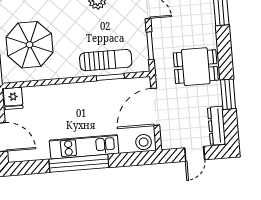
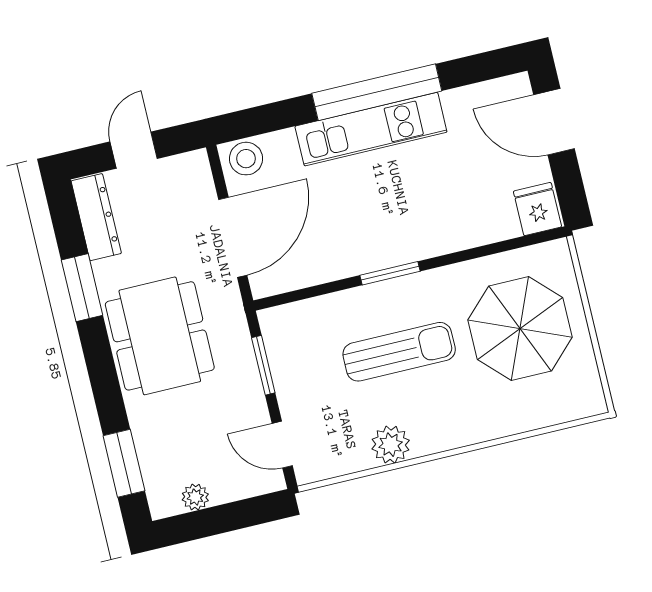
sun lounger: (106, 60) -> (399, 352), moved, turned 180
dining table: (196, 67) -> (160, 336), width x1.38
window: (110, 77) -> (390, 273), moved

